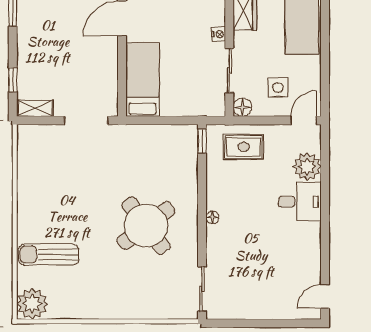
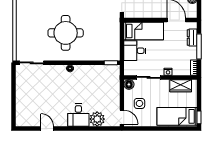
desk: (179, 96) -> (135, 51), added
rug: (244, 147) -> (108, 85), removed
round table: (146, 226) -> (66, 33), turned 37
door: (325, 296) -> (47, 129), moved

